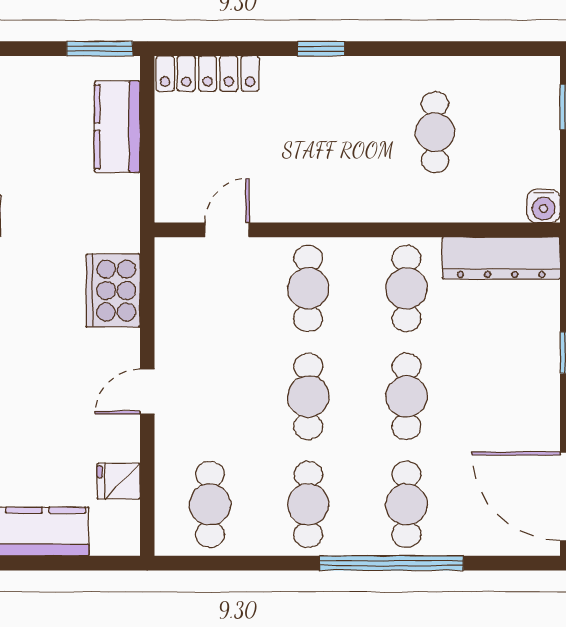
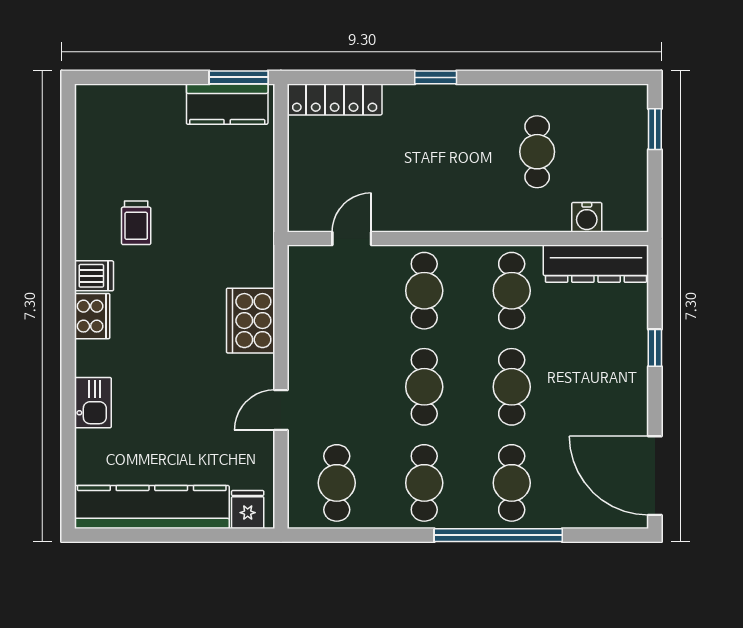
kitchen counter: (117, 127) -> (227, 104), moved, turned -90
water cooler: (544, 206) -> (587, 217), moved
cooker: (113, 291) -> (251, 321), moved
door: (147, 392) -> (281, 410), moved
fridge: (119, 481) -> (248, 510), moved, turned 90

